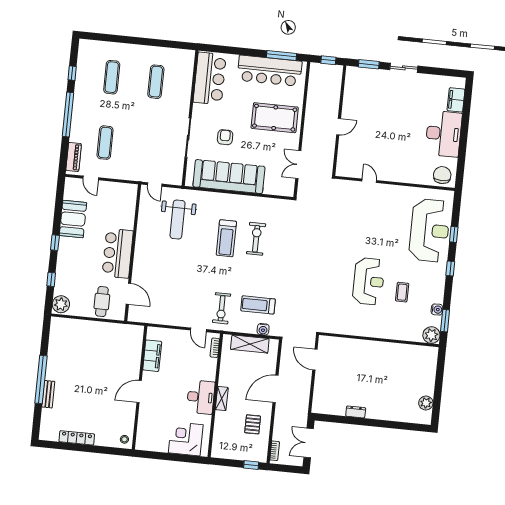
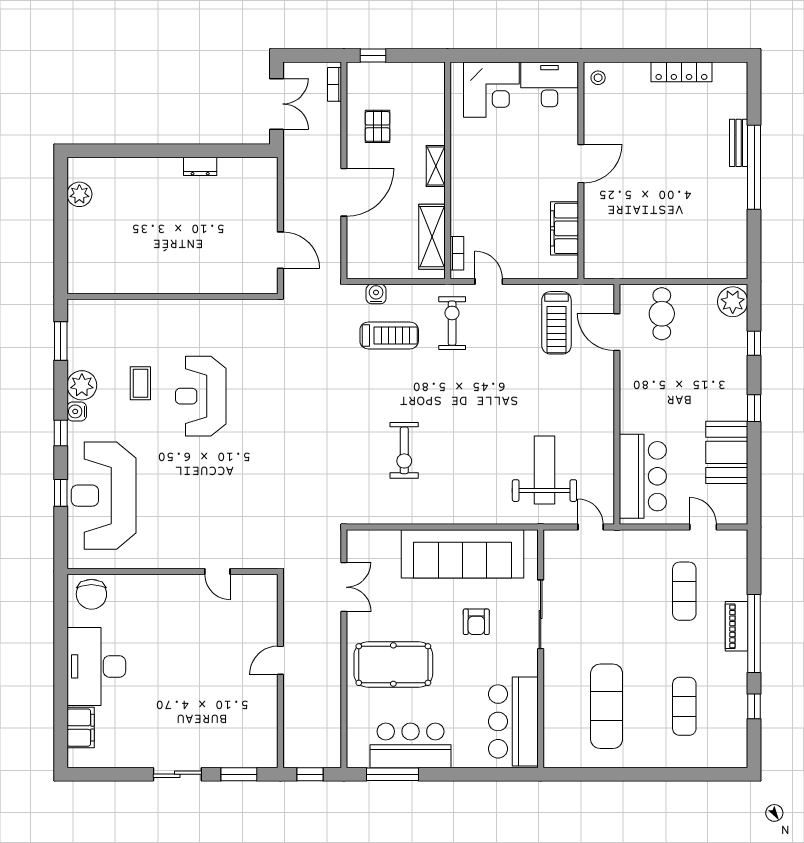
bar counter: (270, 71) -> (411, 745), width x0.73
exercise mat: (156, 82) -> (607, 706), width x1.36, depth x1.45
piano: (74, 157) -> (737, 626), moved
treadmill: (226, 238) -> (556, 323), moved, turned 180
bar counter: (118, 253) -> (643, 476), moved
water cooler: (437, 309) -> (77, 411), moved
plant: (431, 335) -> (82, 385), moved
shelving: (250, 344) -> (432, 237), moved, turned 90
desk: (201, 397) -> (549, 84), moved, turned 90

